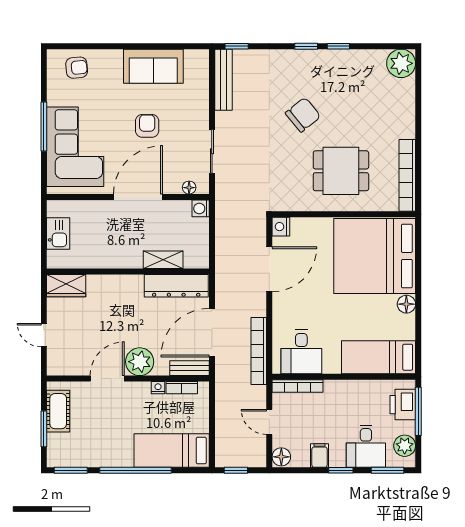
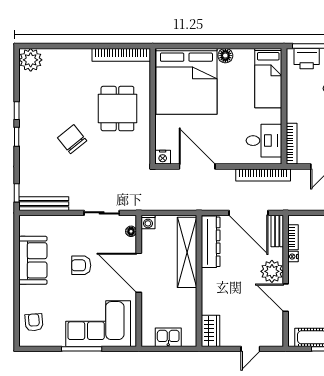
shelving: (163, 260) -> (187, 252), width x2.20, depth x1.33

